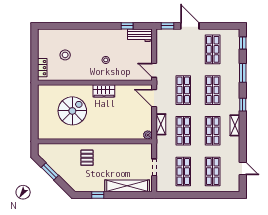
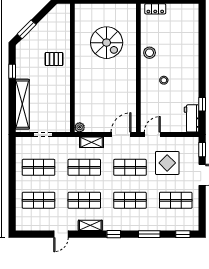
stool: (65, 55) -> (150, 53), moved
display table: (179, 57) -> (167, 163), added
wardrobe: (104, 91) -> (129, 78), removed
door: (243, 168) -> (61, 234), moved
window: (50, 171) -> (27, 29), moved

